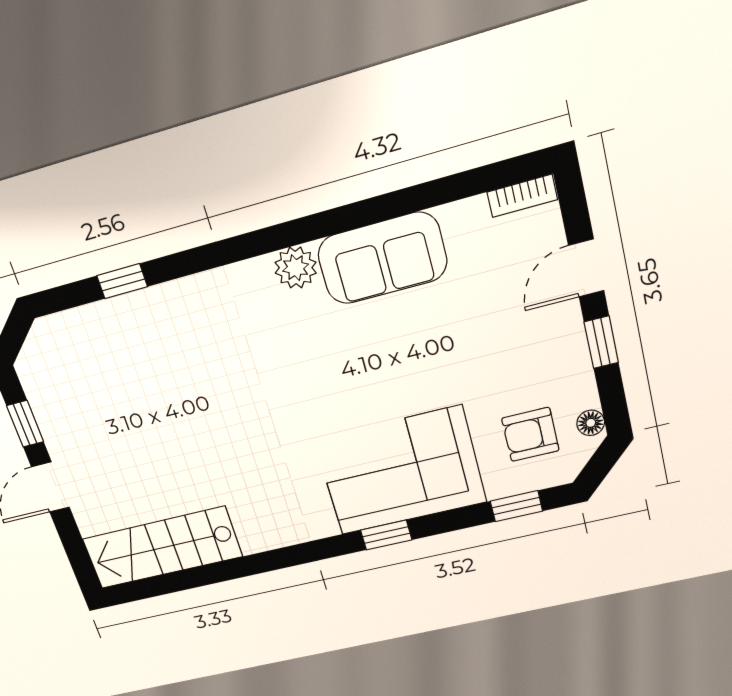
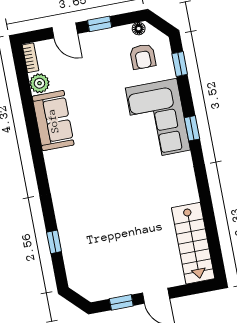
plant: (296, 268) -> (39, 83), moved

